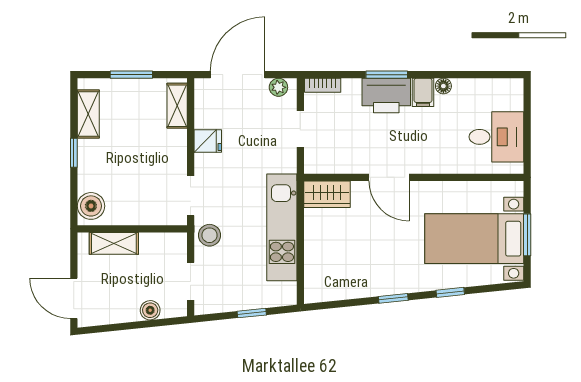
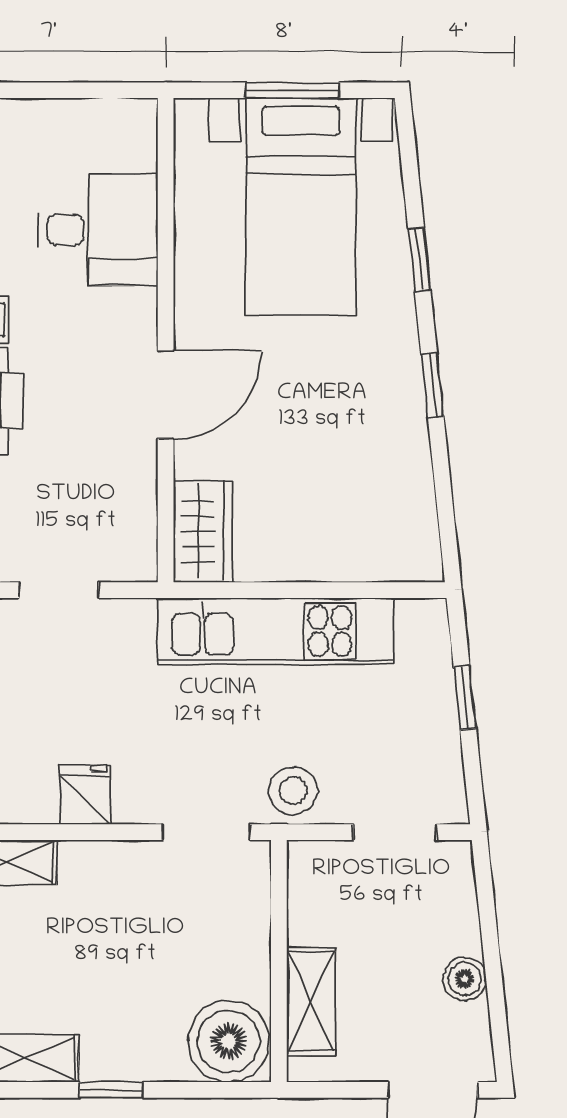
desk: (496, 137) -> (98, 230), moved, turned 90
boiler: (91, 206) -> (229, 1041), width x1.37, depth x1.37
boiler: (150, 310) -> (465, 979), moved

